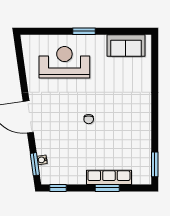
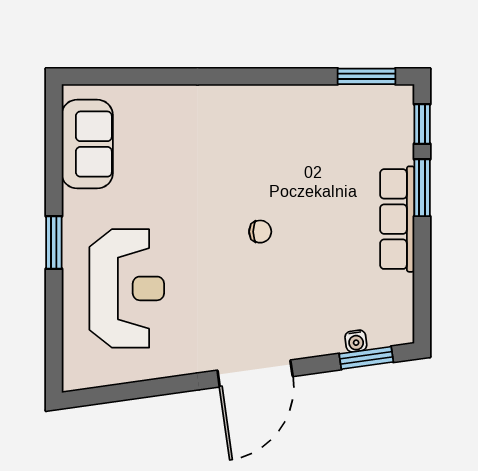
reception desk: (64, 62) -> (127, 288), turned 180
row of seats: (109, 177) -> (397, 219), moved
window: (58, 188) -> (422, 124), moved

